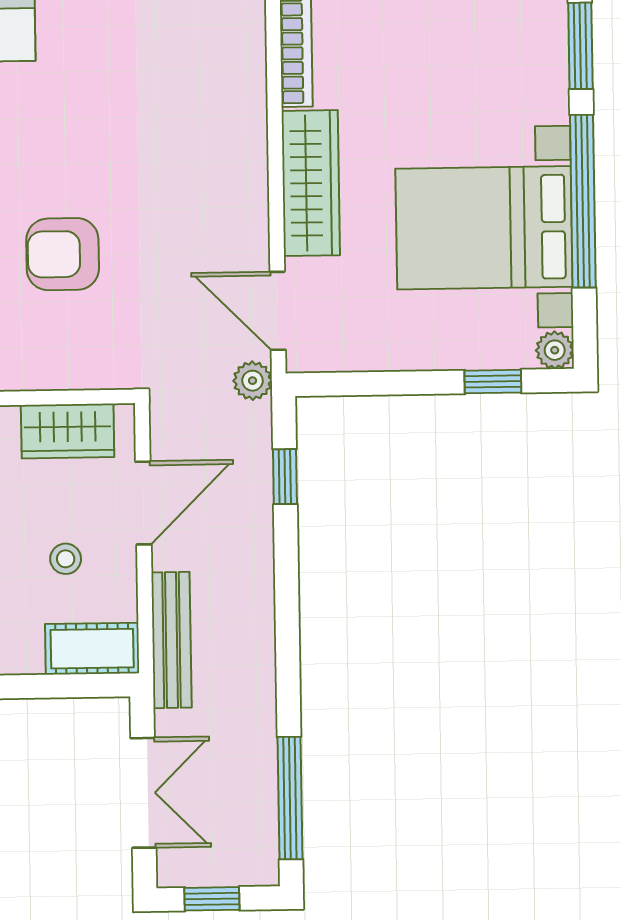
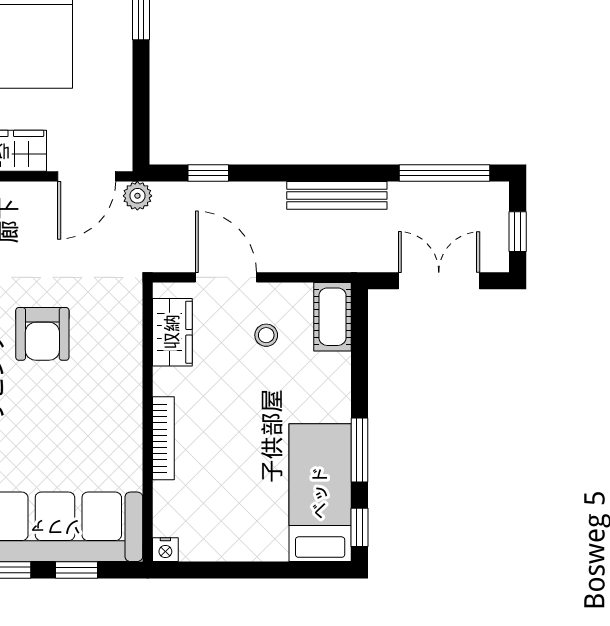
bench: (171, 640) -> (337, 195), moved

